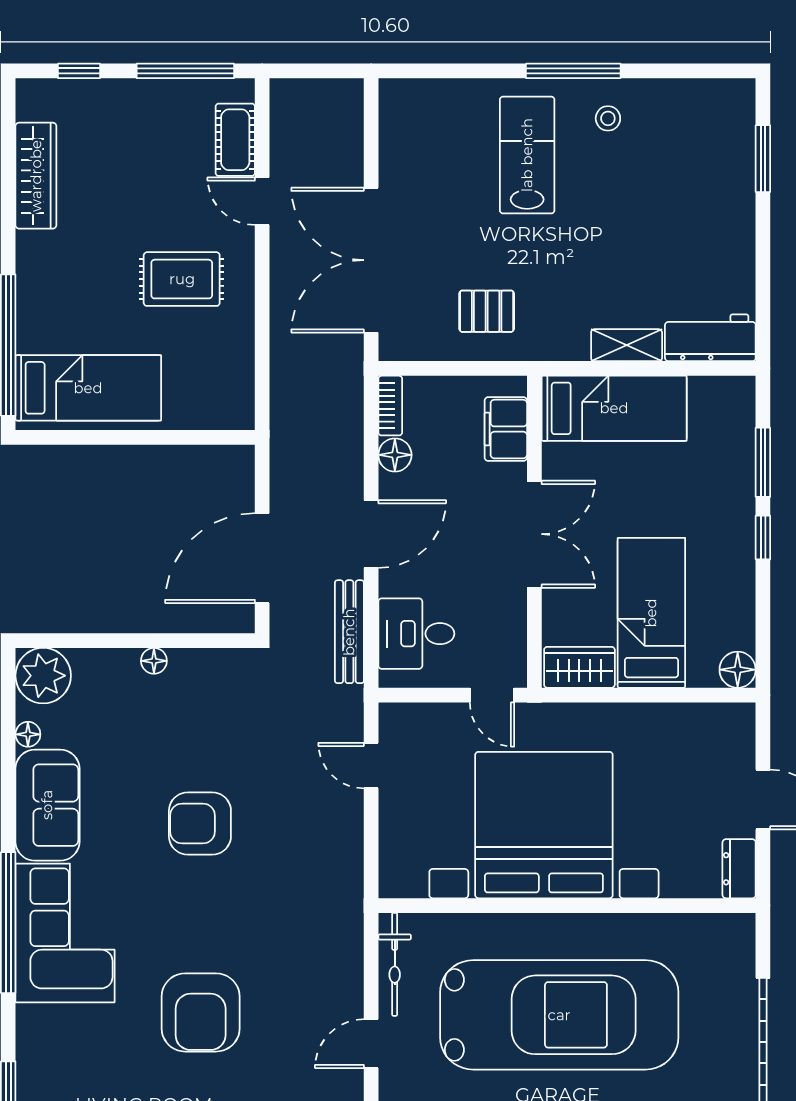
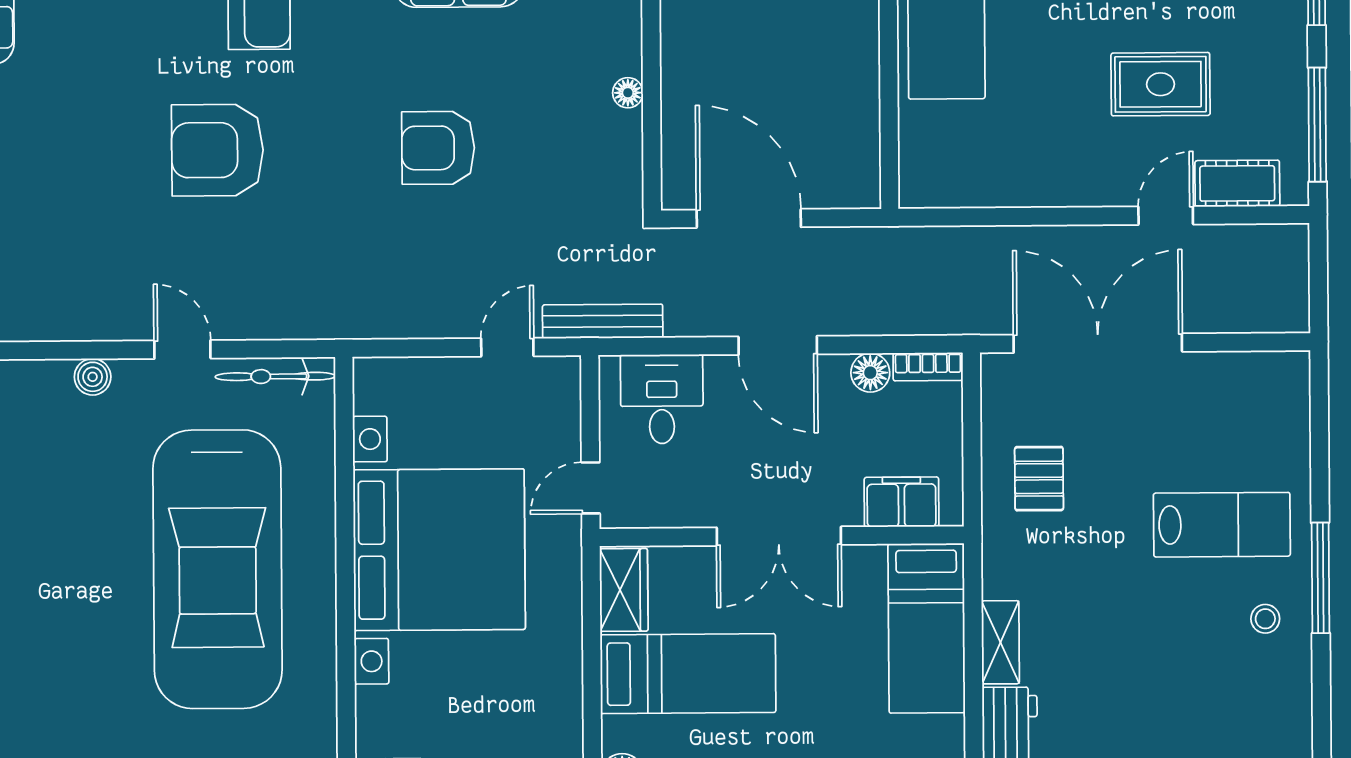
rug: (182, 279) -> (1161, 84), moved, turned 90
bench: (349, 632) -> (603, 321), moved
armchair: (200, 823) -> (438, 148), turned -90

